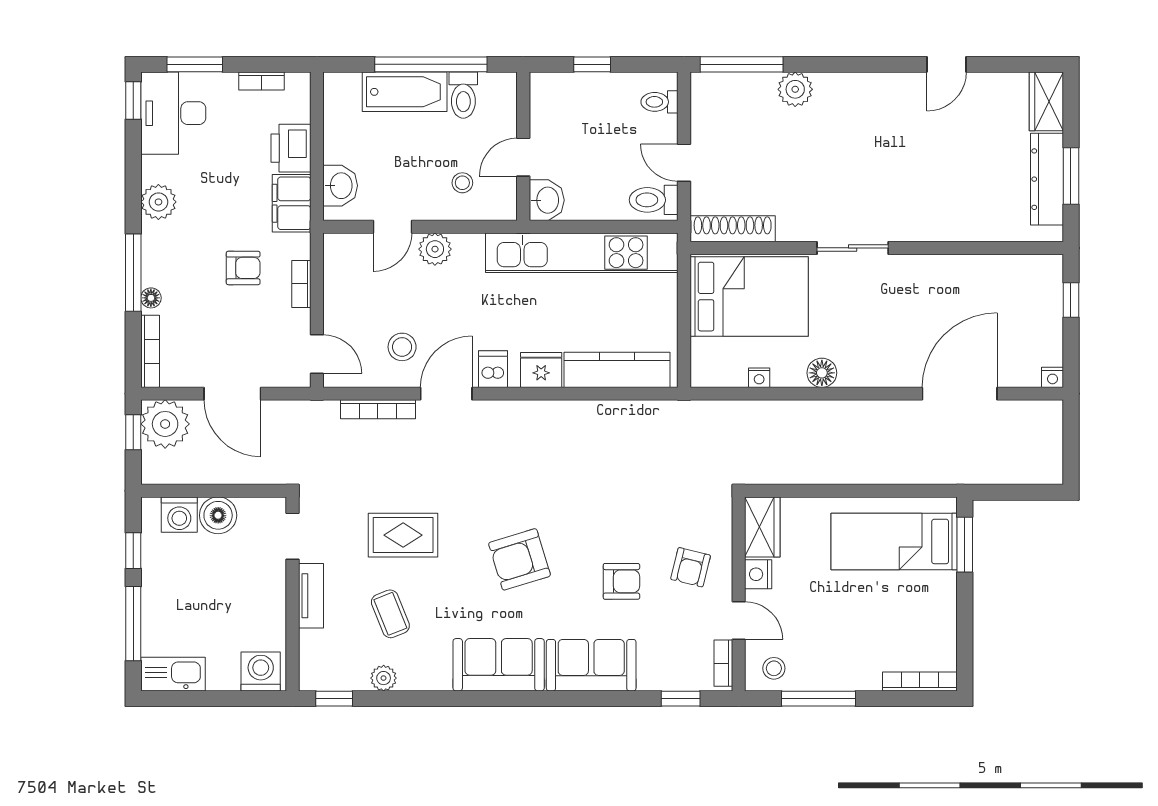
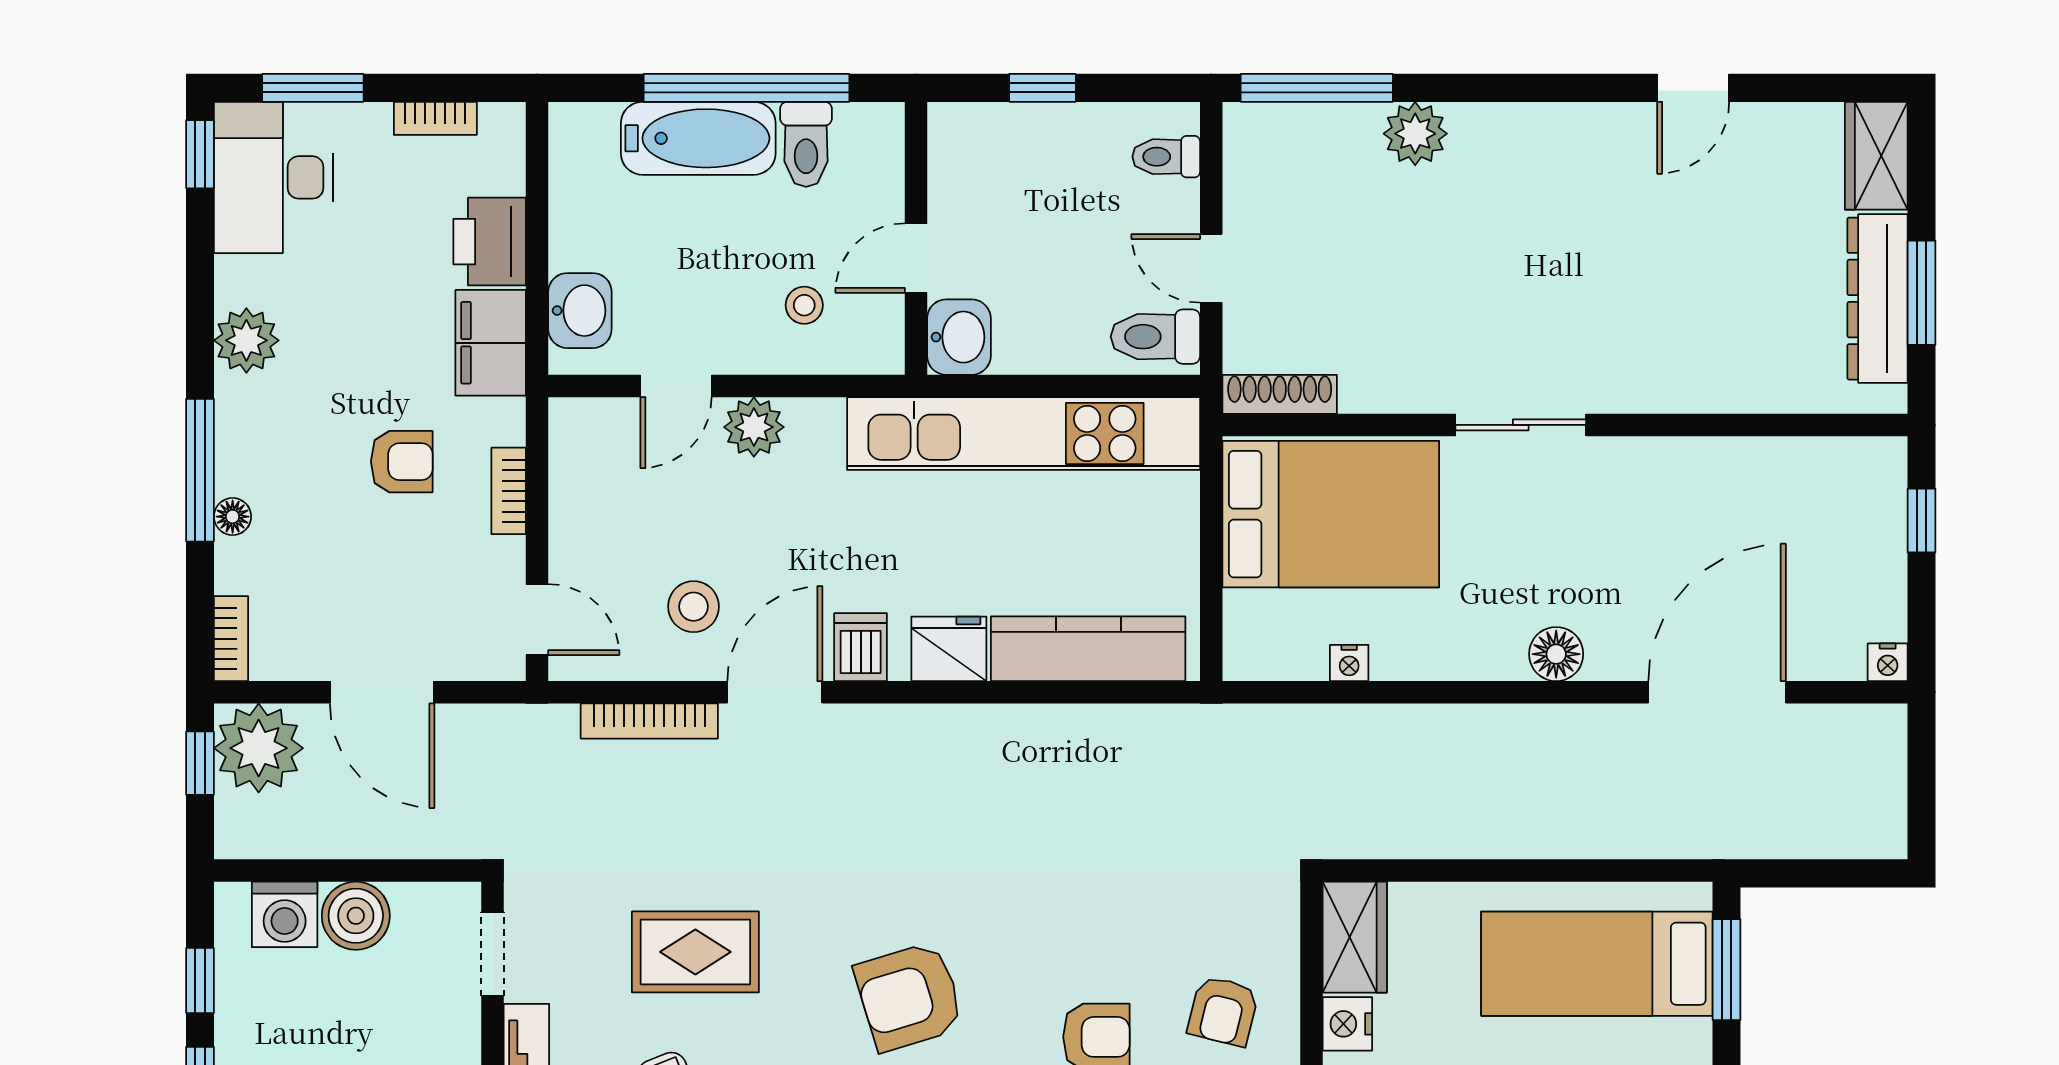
shoe rack: (733, 229) -> (1280, 394), width x0.74, depth x0.81
bookcase: (150, 351) -> (231, 639), width x0.64
floor lamp: (822, 373) -> (1556, 654), moved

